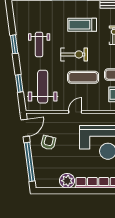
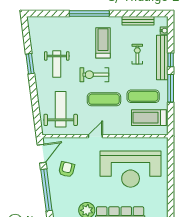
treadmill: (82, 25) -> (103, 43), turned 90
exercise bike: (74, 54) -> (94, 75), turned 180
window: (19, 83) -> (35, 106), removed

